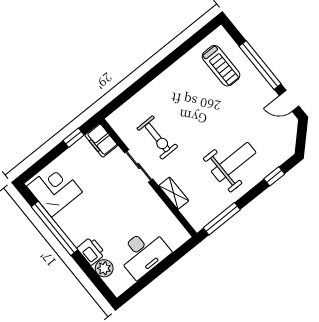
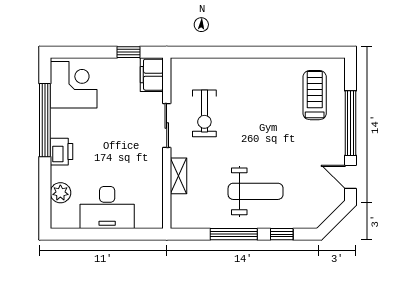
treadmill: (221, 66) -> (315, 95), turned 180
window: (222, 219) -> (234, 234), moved
printer: (91, 251) -> (61, 152), moved

